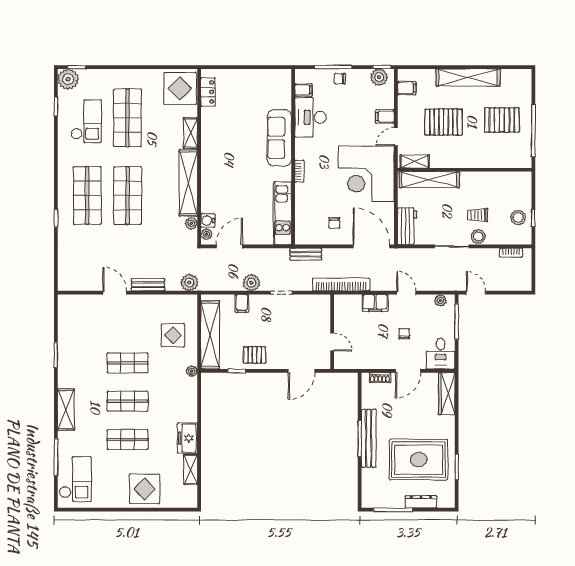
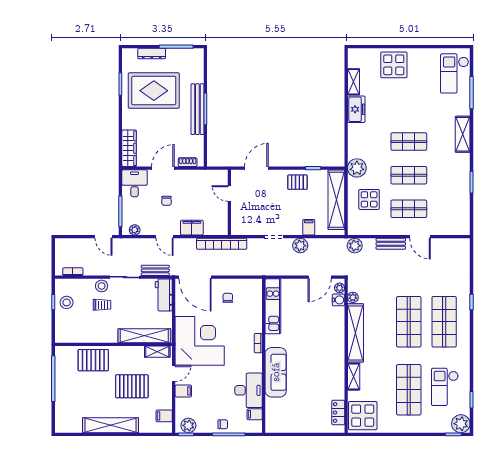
pallet: (502, 120) -> (93, 360), moved
bench: (306, 254) -> (155, 270), moved
plant: (192, 371) -> (357, 168), width x1.88, depth x1.88
shop shelf: (128, 440) -> (409, 209), moved

